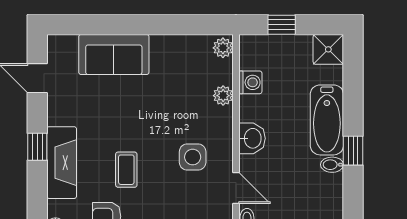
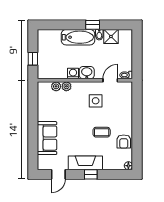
plant: (223, 48) -> (56, 86), moved
shower: (328, 49) -> (111, 37), moved
washing machine: (250, 82) -> (73, 73), moved
fireplace: (62, 163) -> (85, 163), moved

